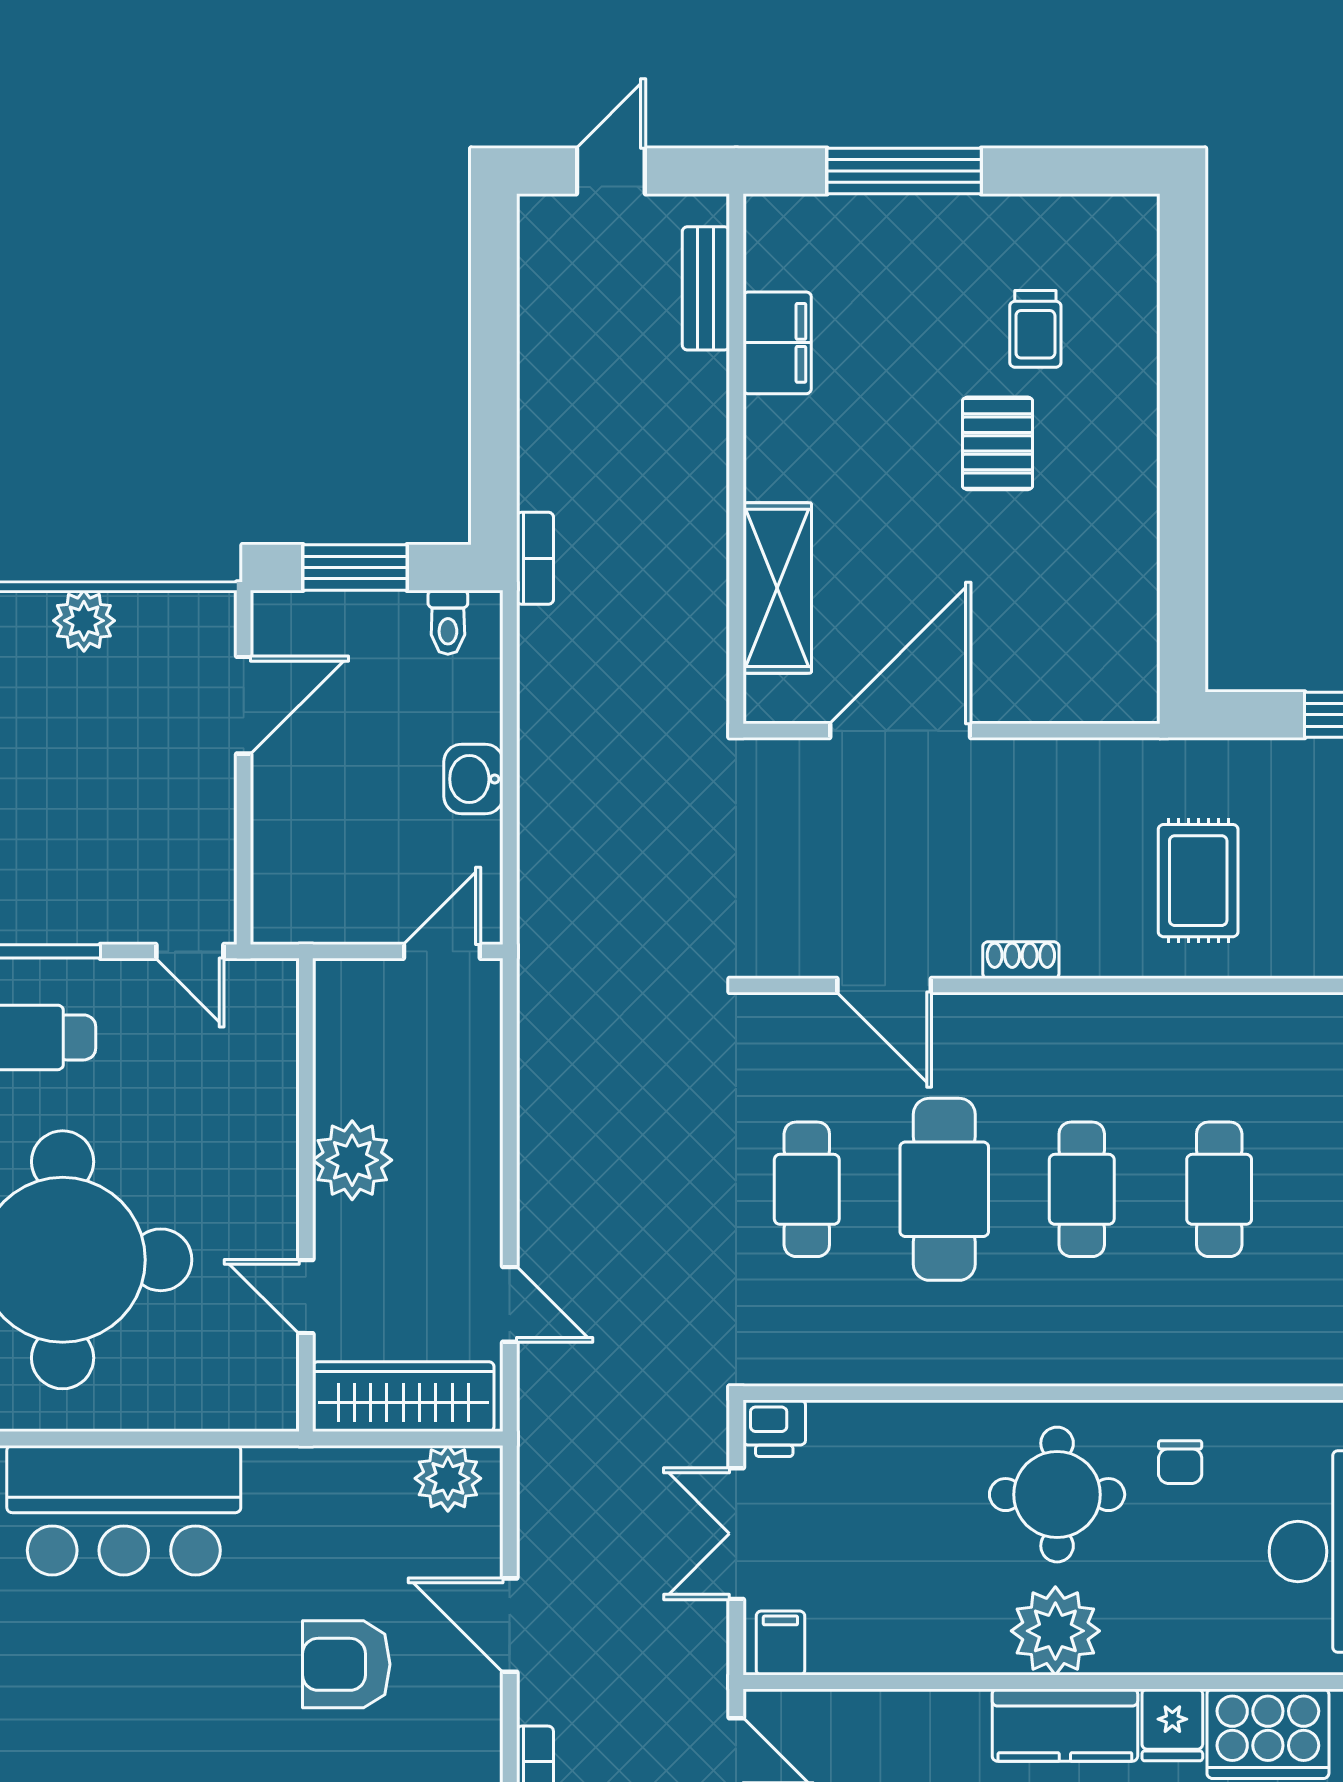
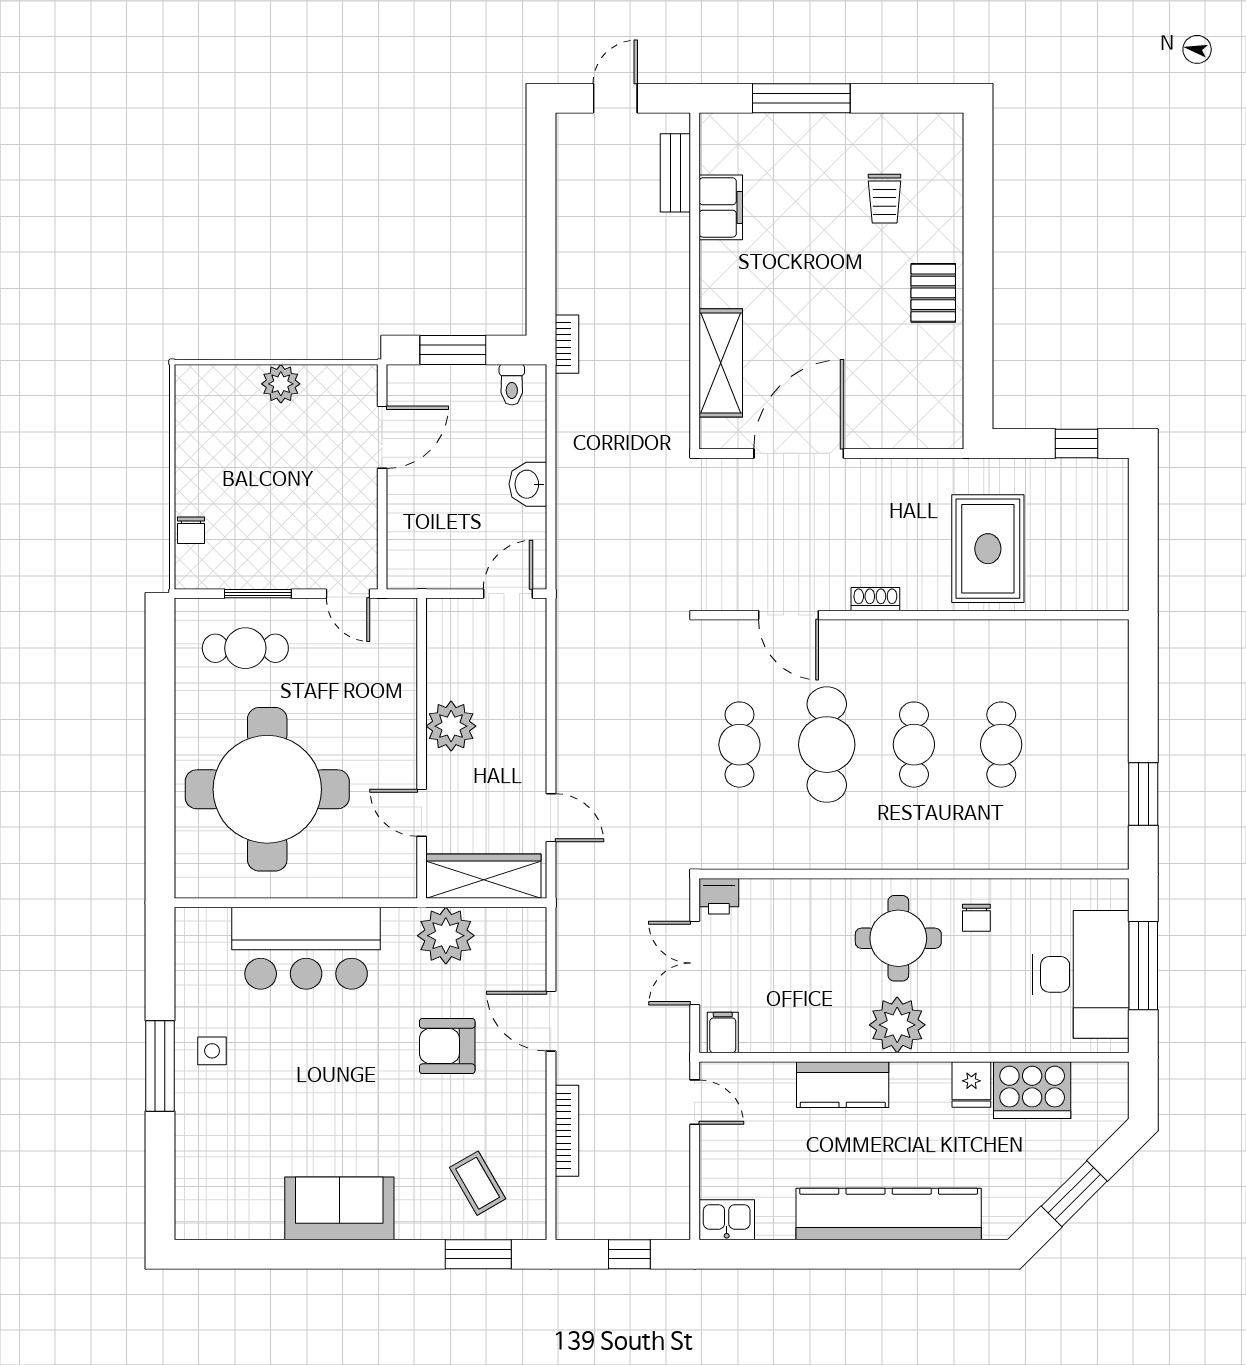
pallet: (998, 443) -> (933, 293), moved
rug: (1198, 881) -> (988, 549), width x1.36, depth x1.43
plant: (448, 1478) -> (446, 936), moved, width x1.36, depth x1.36
kitchen counter: (1065, 1725) -> (843, 1085), moved

